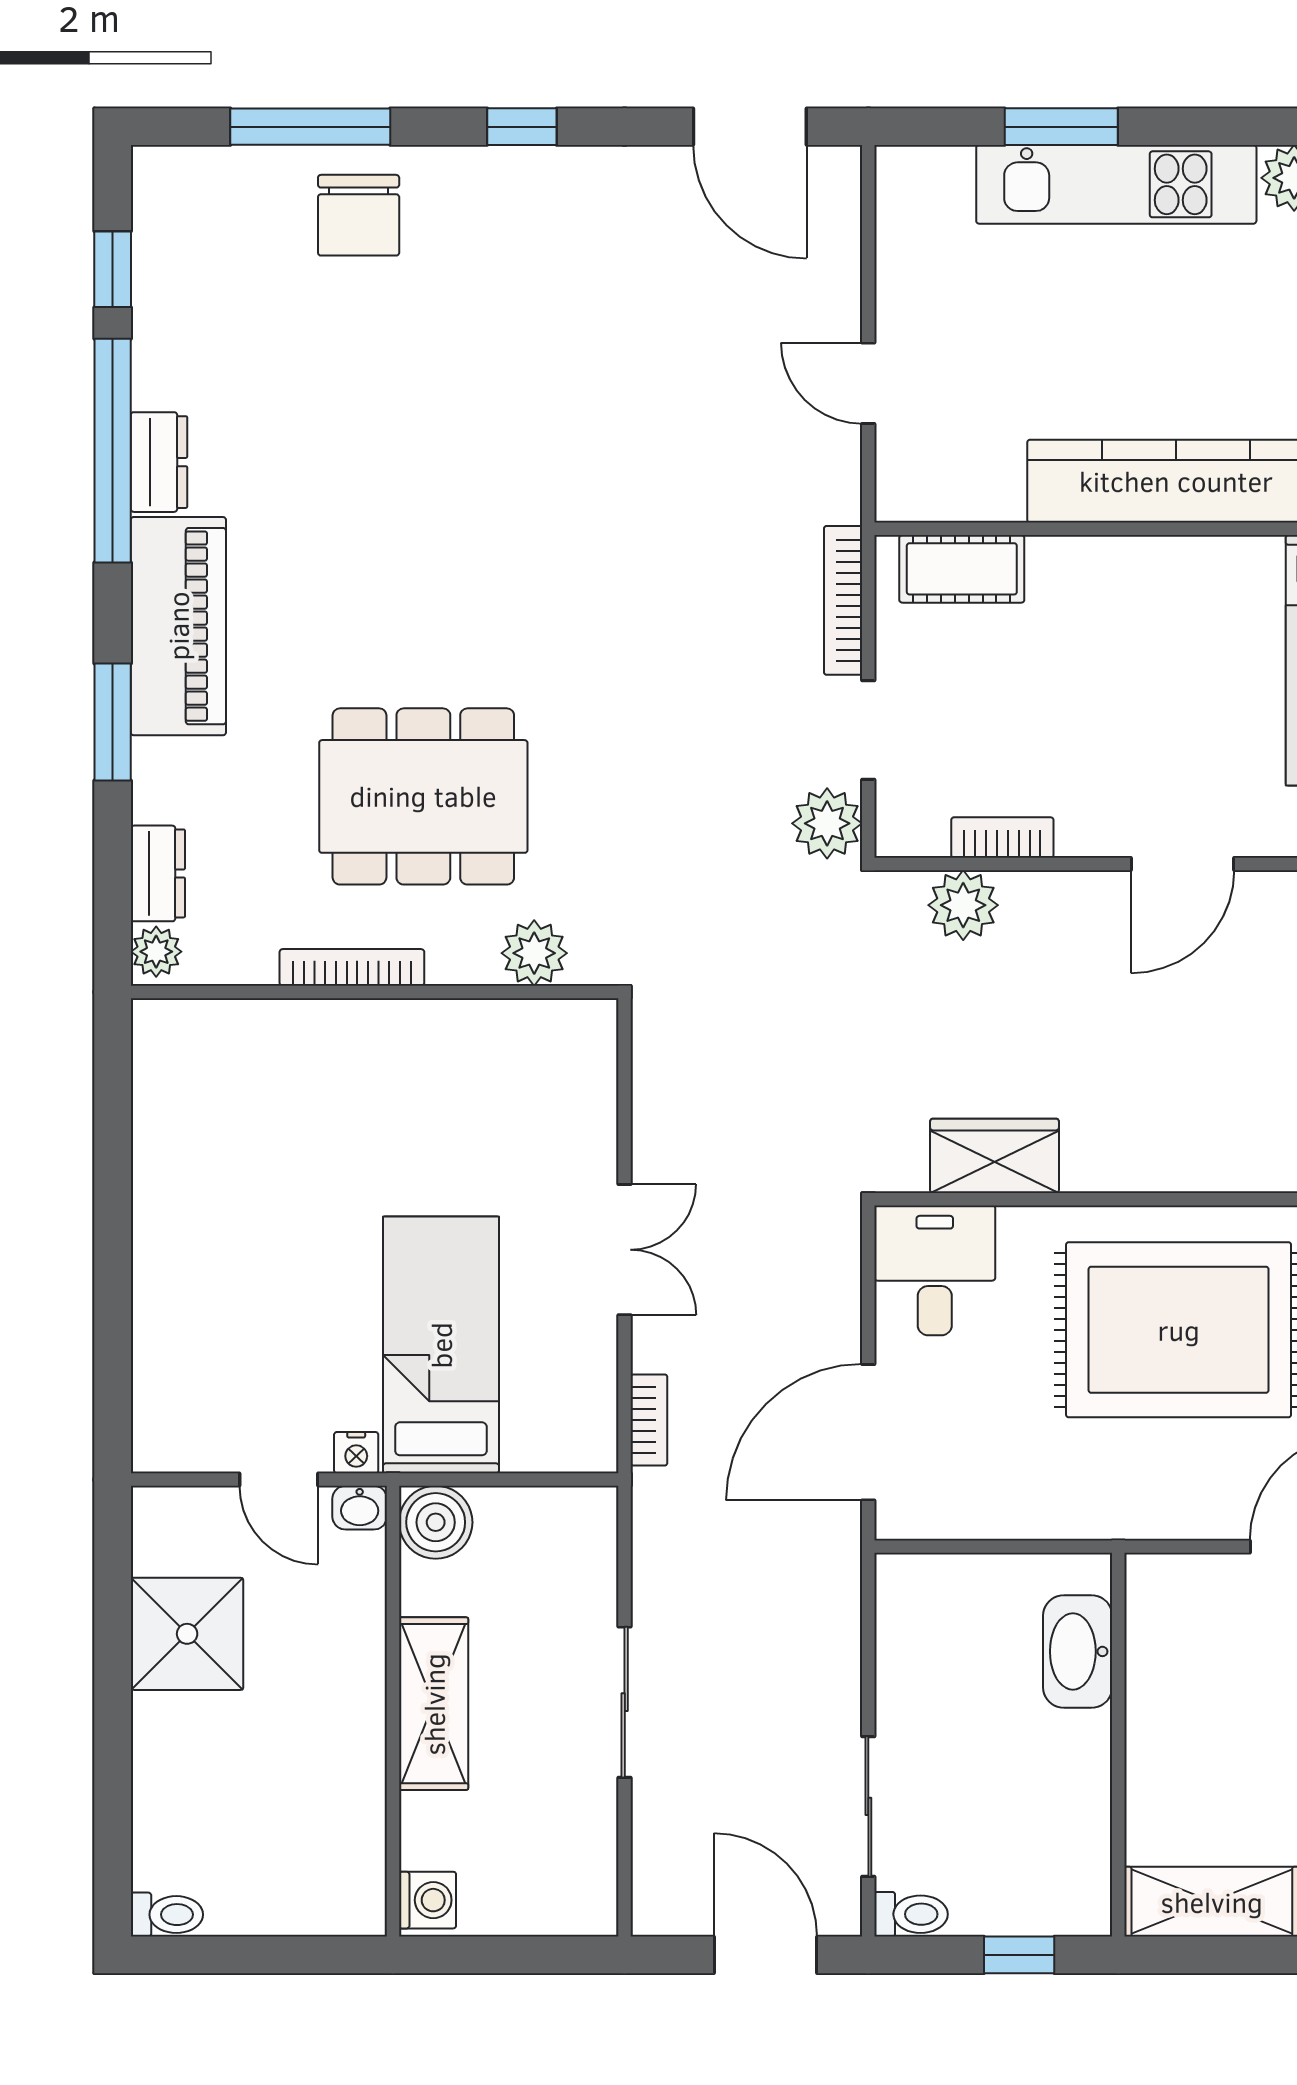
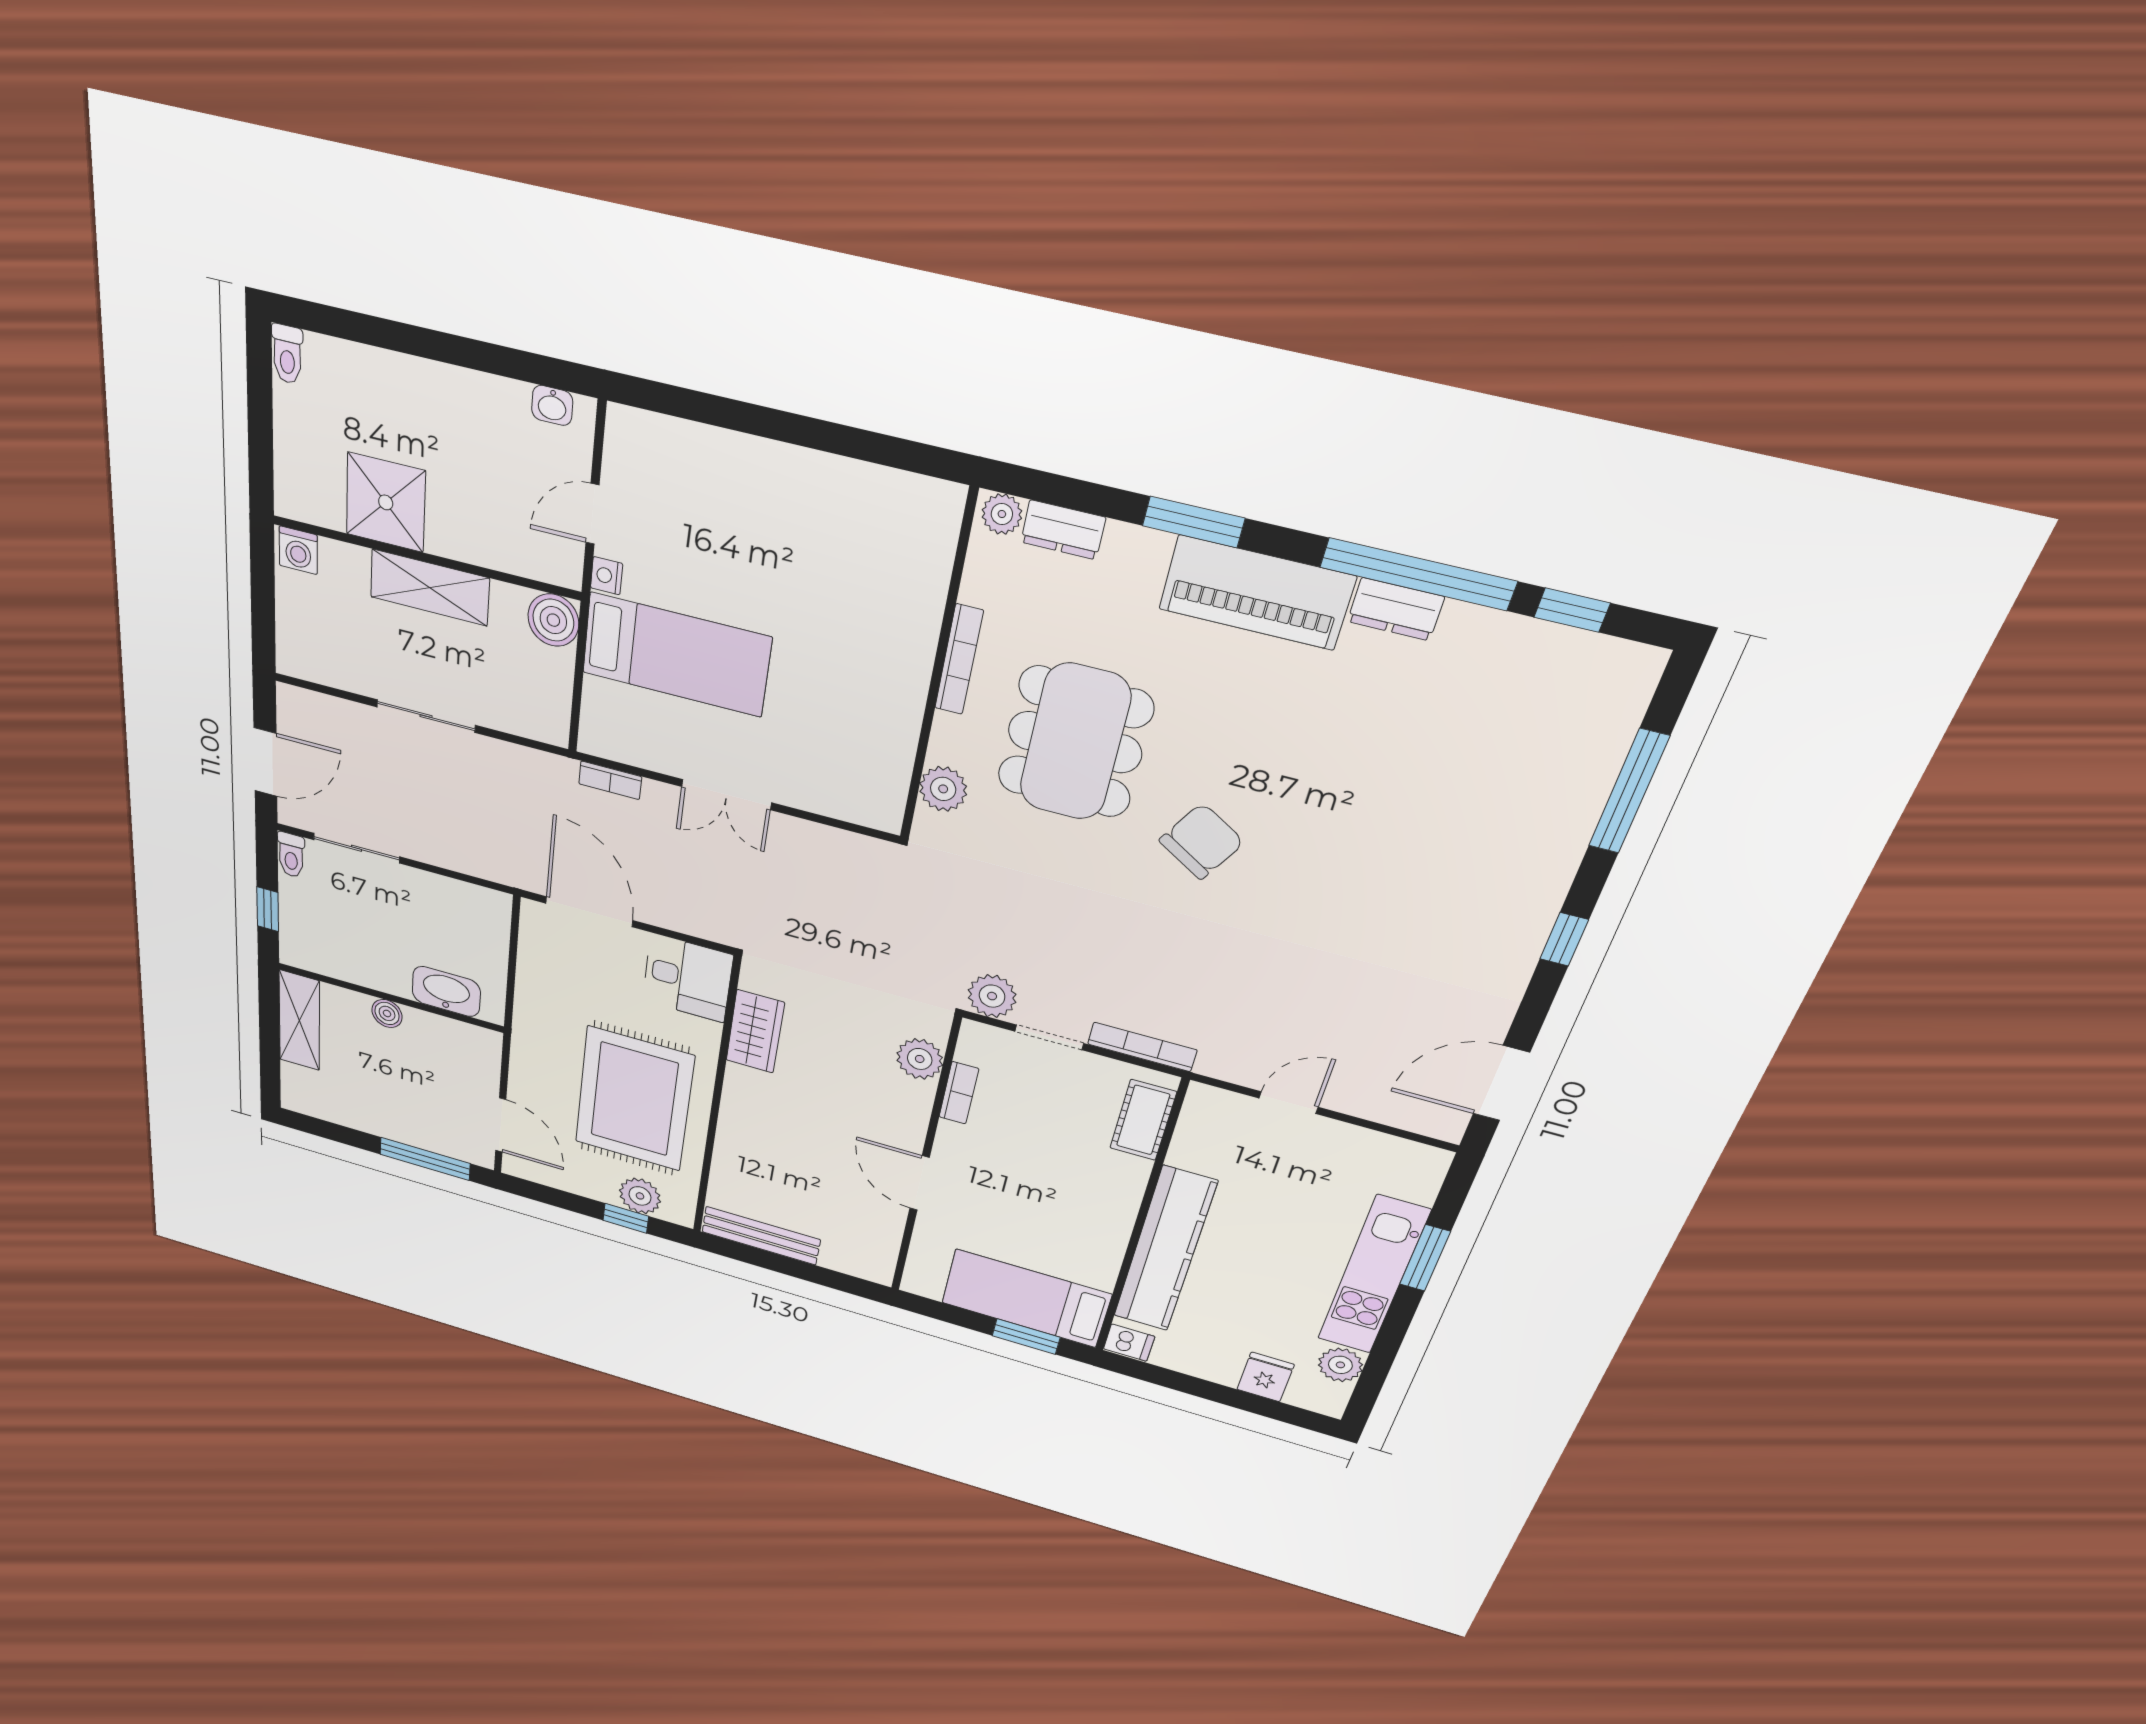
chair: (359, 215) -> (1202, 841), moved, turned 121
washbasin: (360, 1508) -> (552, 405), moved, turned -90
shower: (187, 1634) -> (386, 502), moved
boiler: (1150, 1750) -> (387, 1013), added

